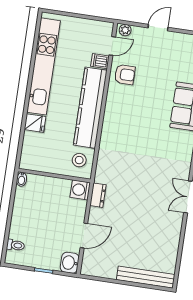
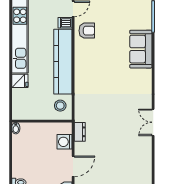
washing machine: (80, 190) -> (65, 142), moved

